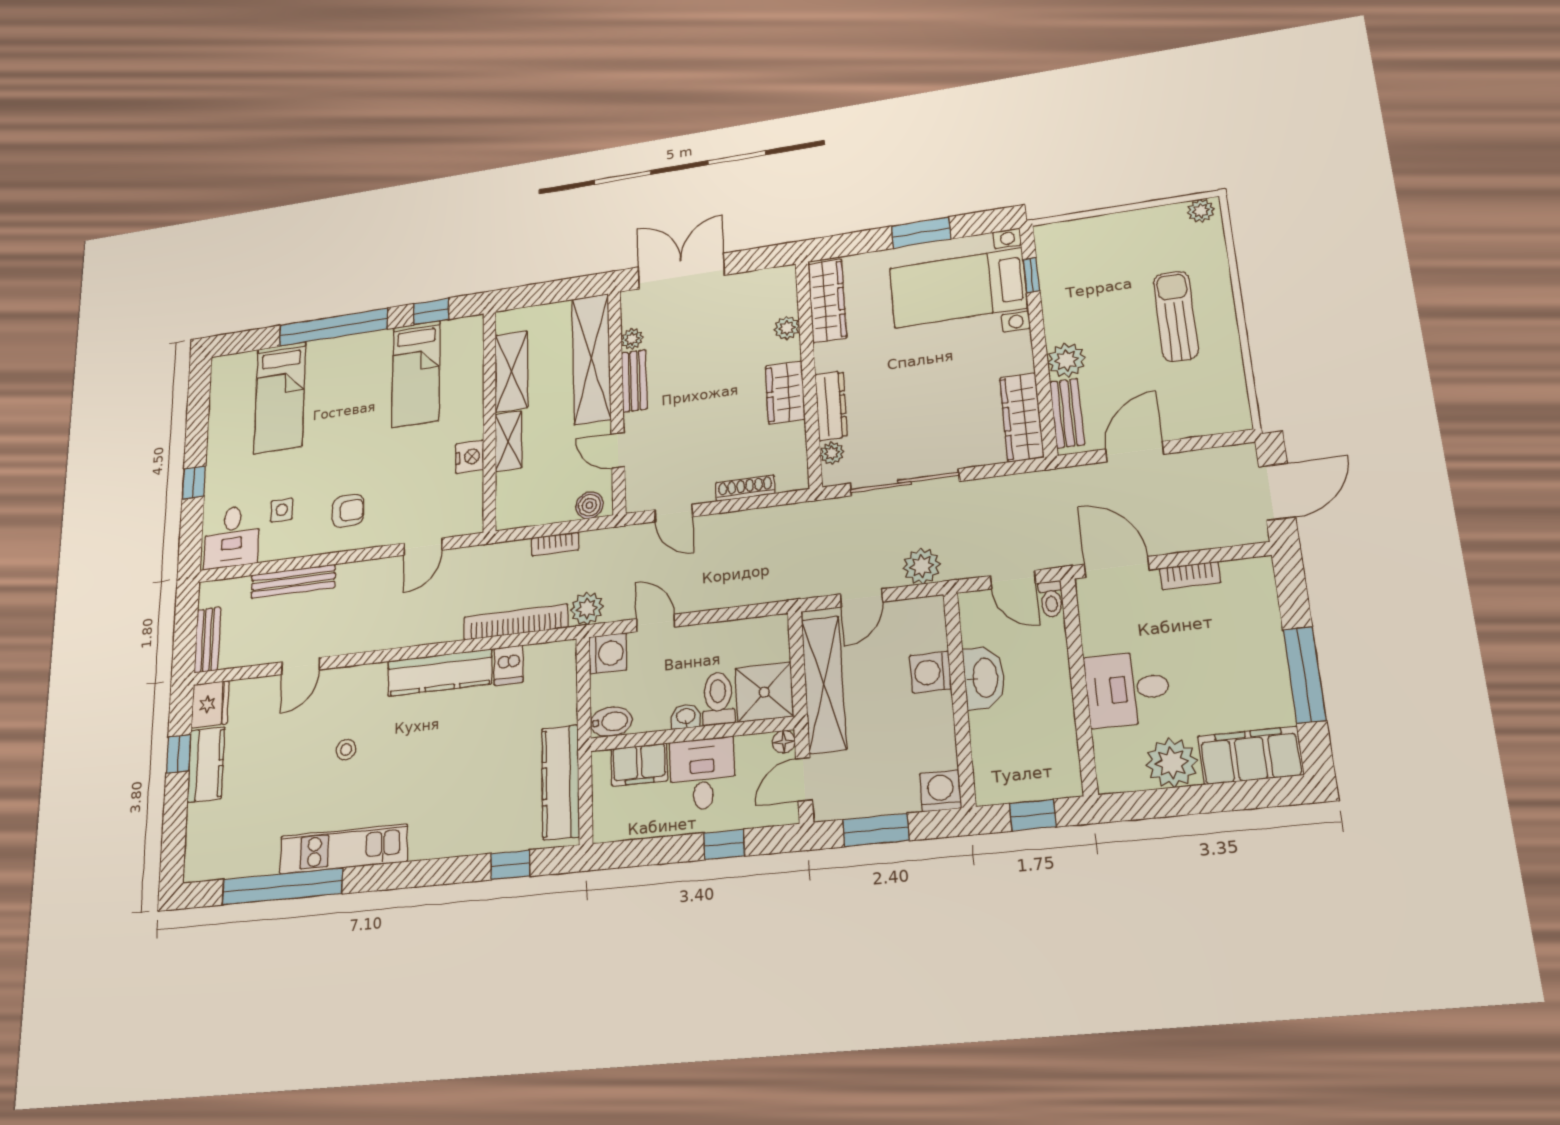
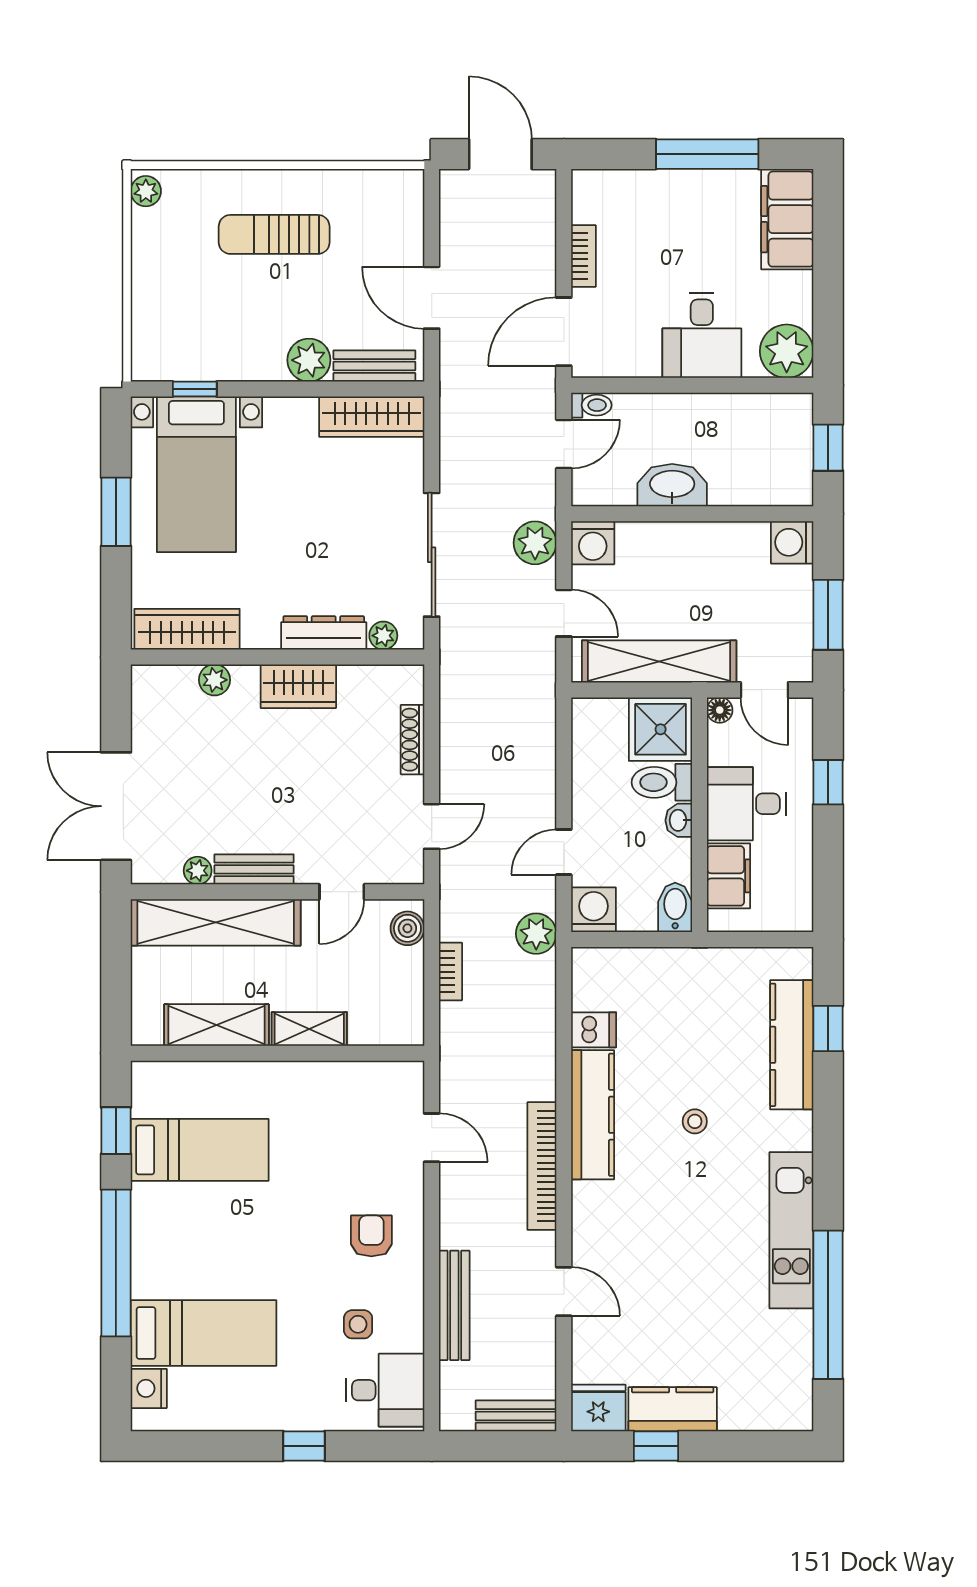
nightstand: (470, 457) -> (149, 1388), moved, turned -90
bookcase: (516, 622) -> (542, 1166), moved
washing machine: (930, 672) -> (593, 543), moved
stool: (346, 750) -> (695, 1121), moved
plant: (1172, 763) -> (787, 351), moved
kitchen counter: (561, 782) -> (792, 1045), moved, turned 90

